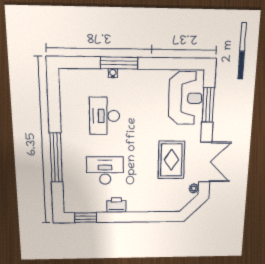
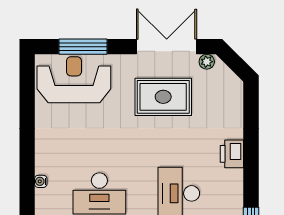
window: (119, 63) -> (27, 173), removed
printer: (116, 205) -> (232, 154), moved

